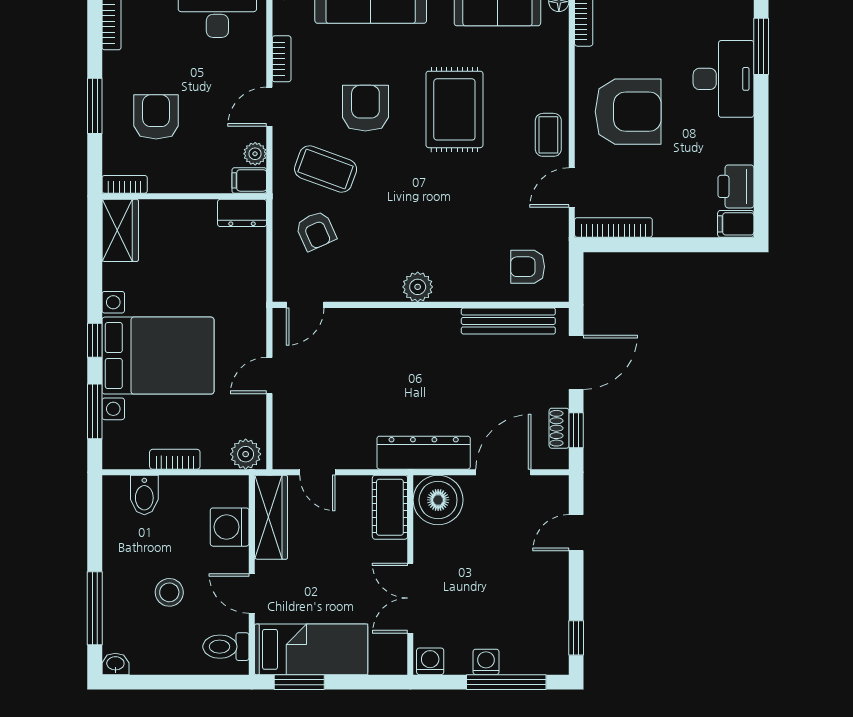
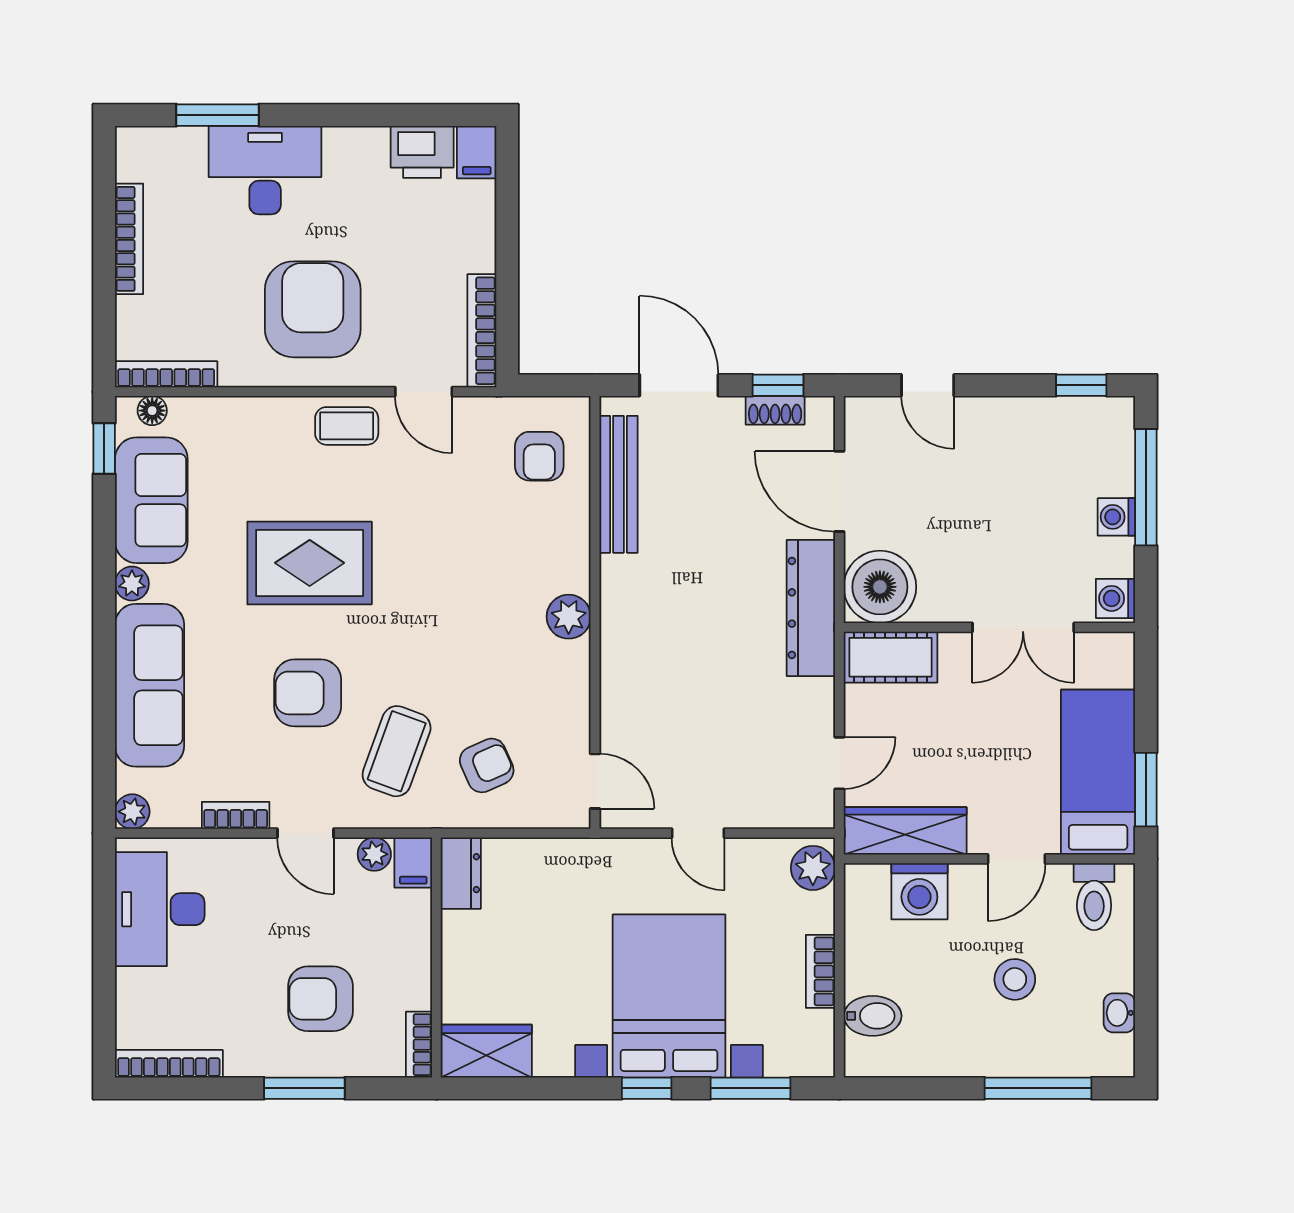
washbasin: (115, 664) -> (1119, 1013), moved

